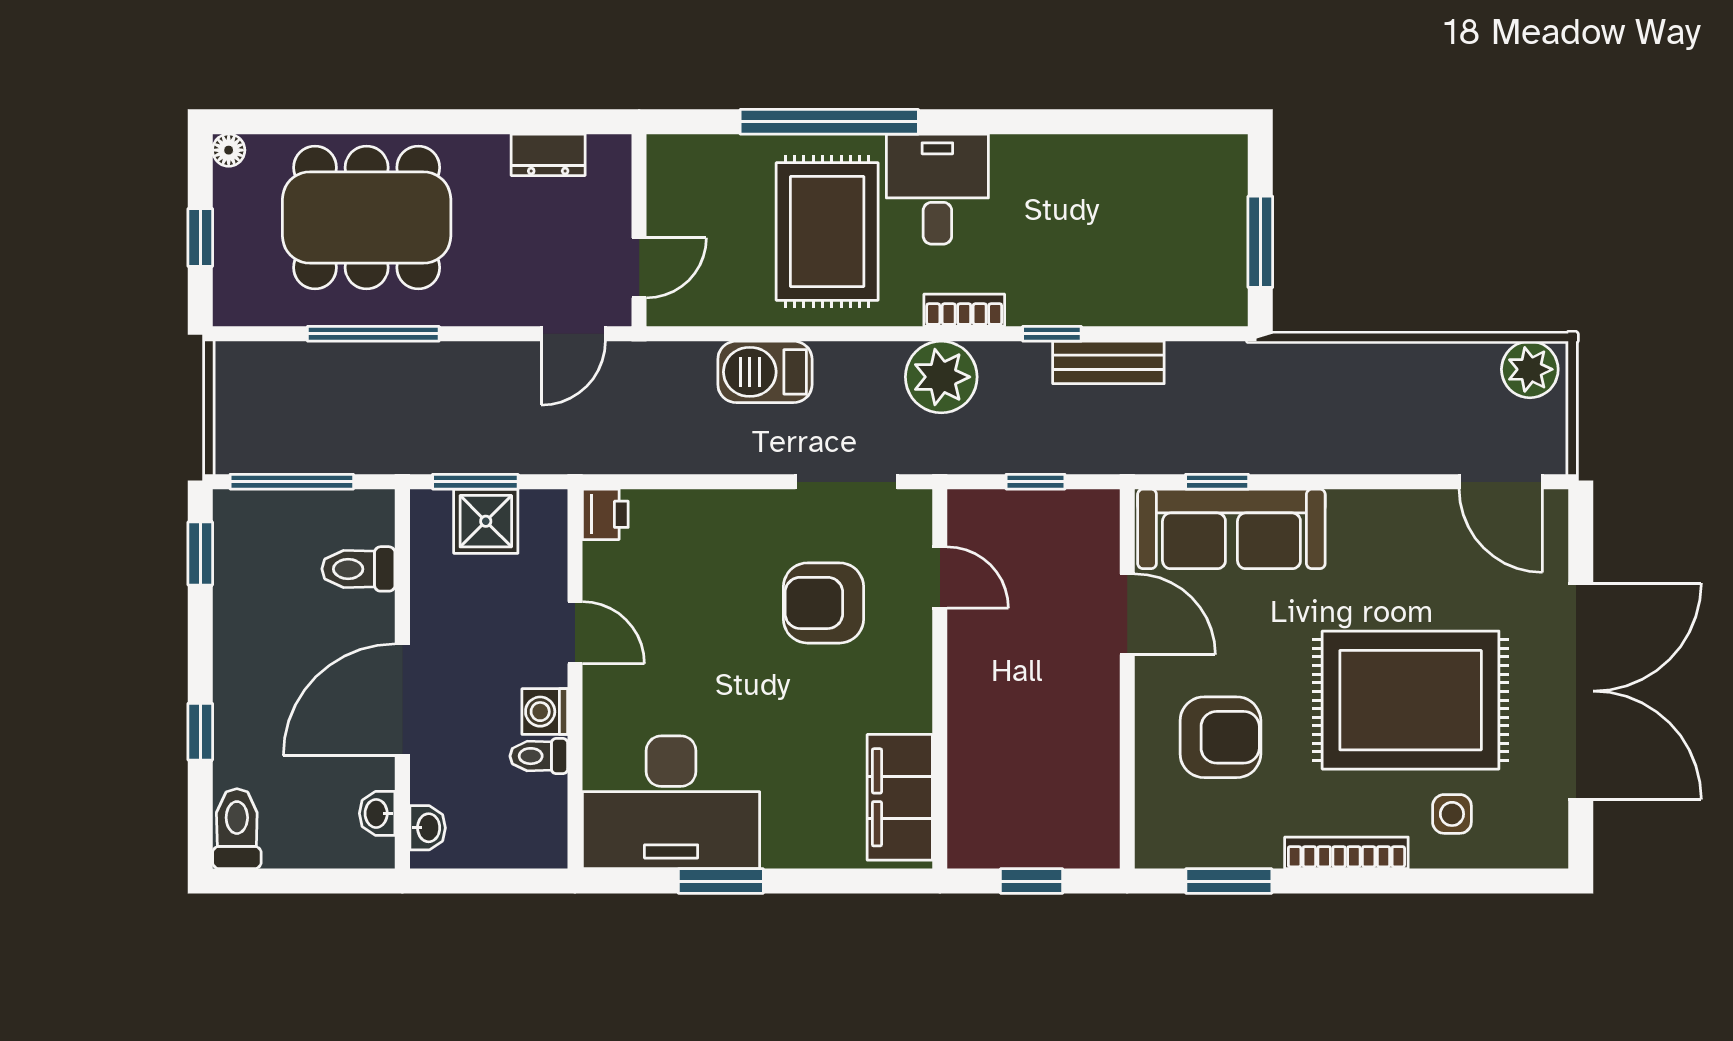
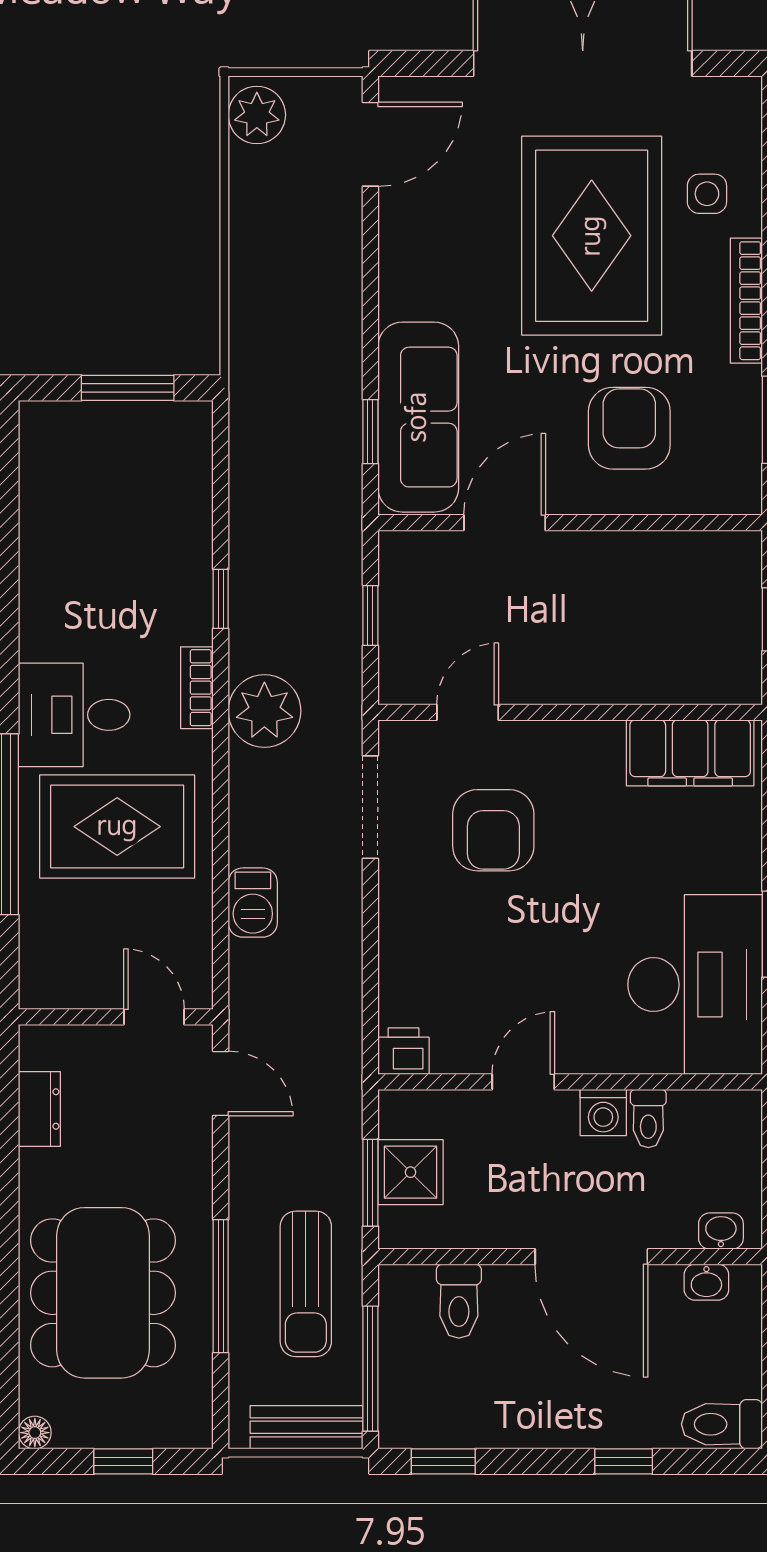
bench: (1108, 362) -> (307, 1427), moved, turned 90
barbecue: (765, 372) -> (253, 903), width x0.73, depth x0.79
sun lounger: (375, 418) -> (306, 1284), added

